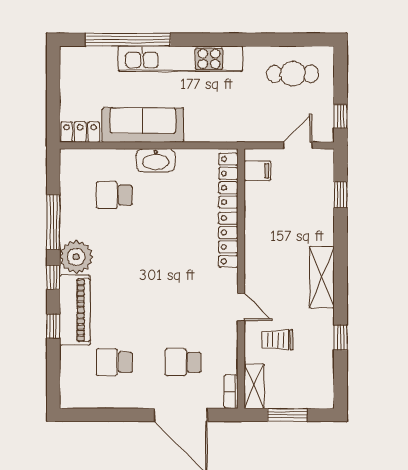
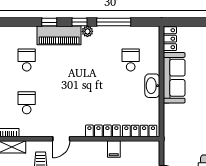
filing cabinet: (257, 171) -> (114, 149), moved
plant: (76, 257) -> (87, 31), width x0.53, depth x0.53

